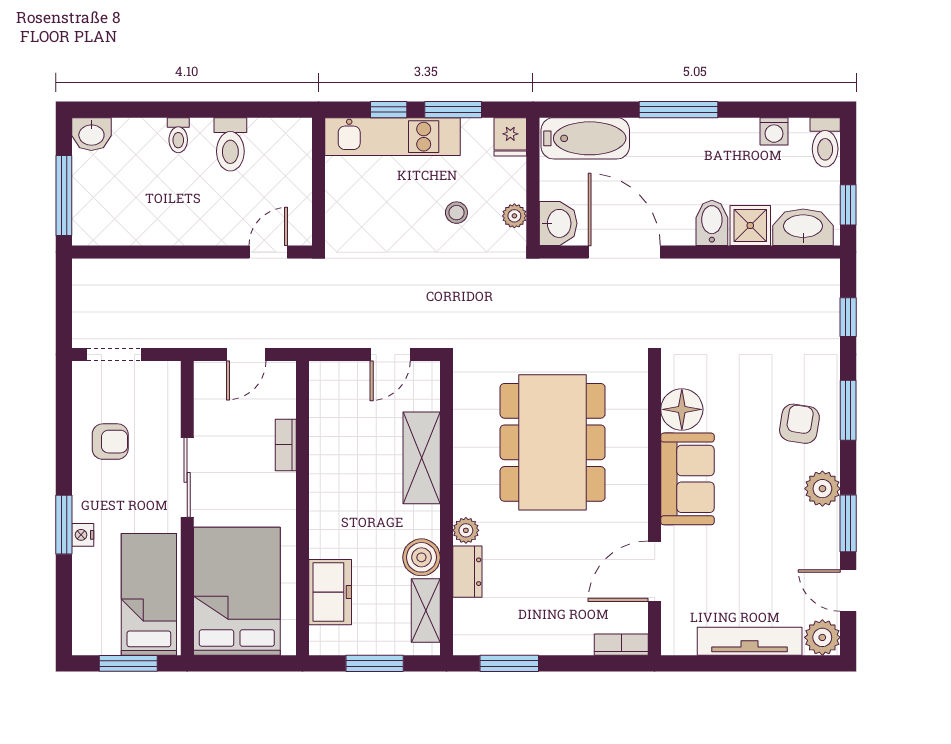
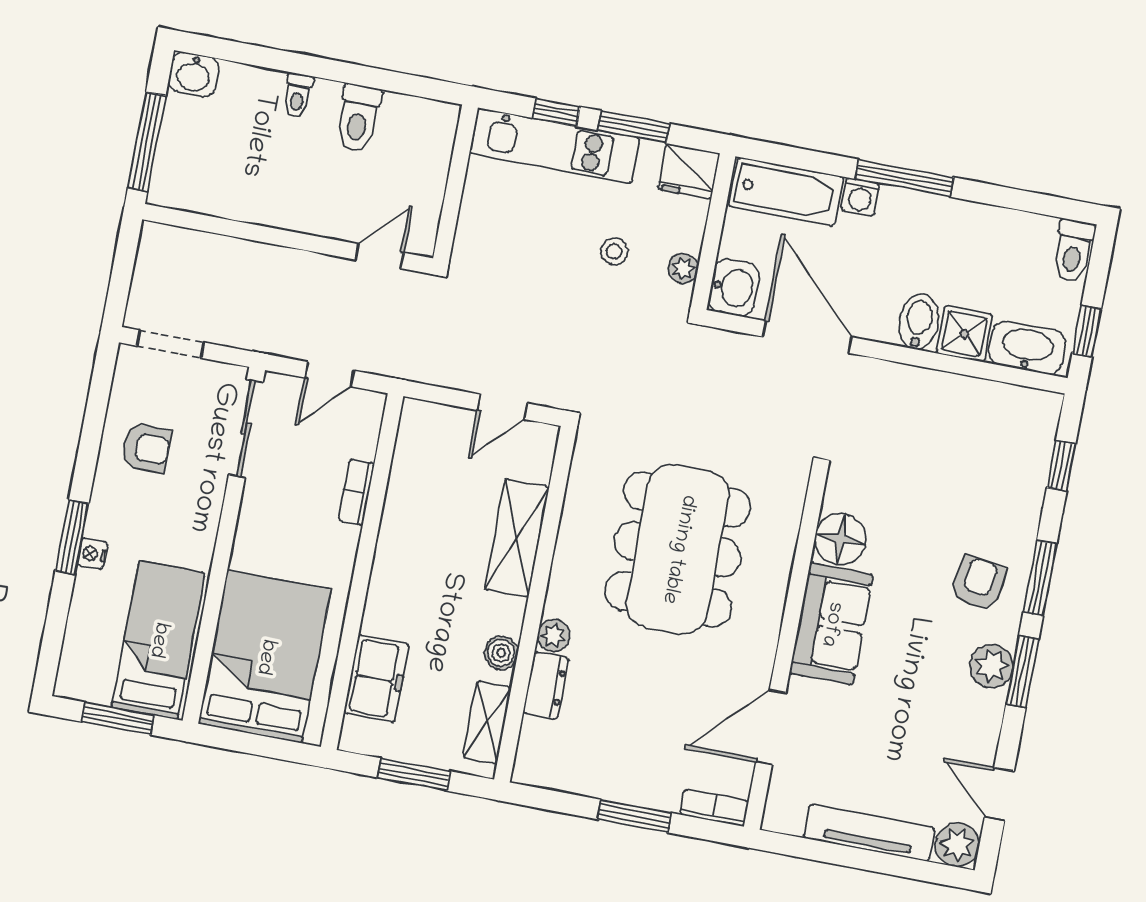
washing machine: (774, 131) -> (860, 197), moved
fridge: (510, 137) -> (689, 171), width x1.38
sliding door: (187, 477) -> (246, 428), moved
window: (848, 523) -> (1022, 671), moved
boiler: (421, 557) -> (501, 653), width x0.73, depth x0.73
window: (509, 663) -> (634, 816), moved

